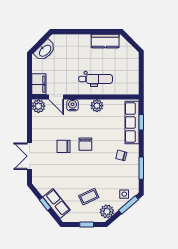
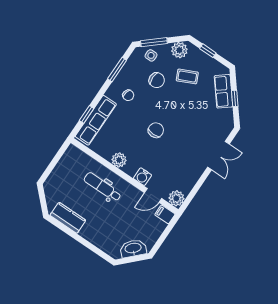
filing cabinet: (39, 84) -> (165, 214), width x0.50
door: (56, 97) -> (153, 195), swing flipped
chair: (64, 146) -> (157, 80), moved

